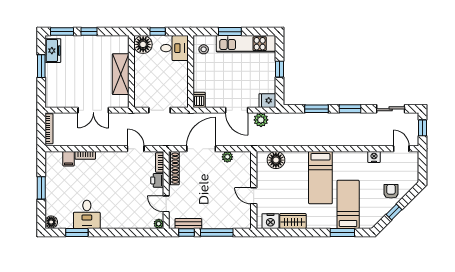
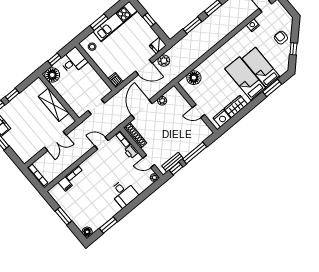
bed: (320, 178) -> (246, 79), moved, turned 180
desk: (87, 214) -> (124, 193), moved

